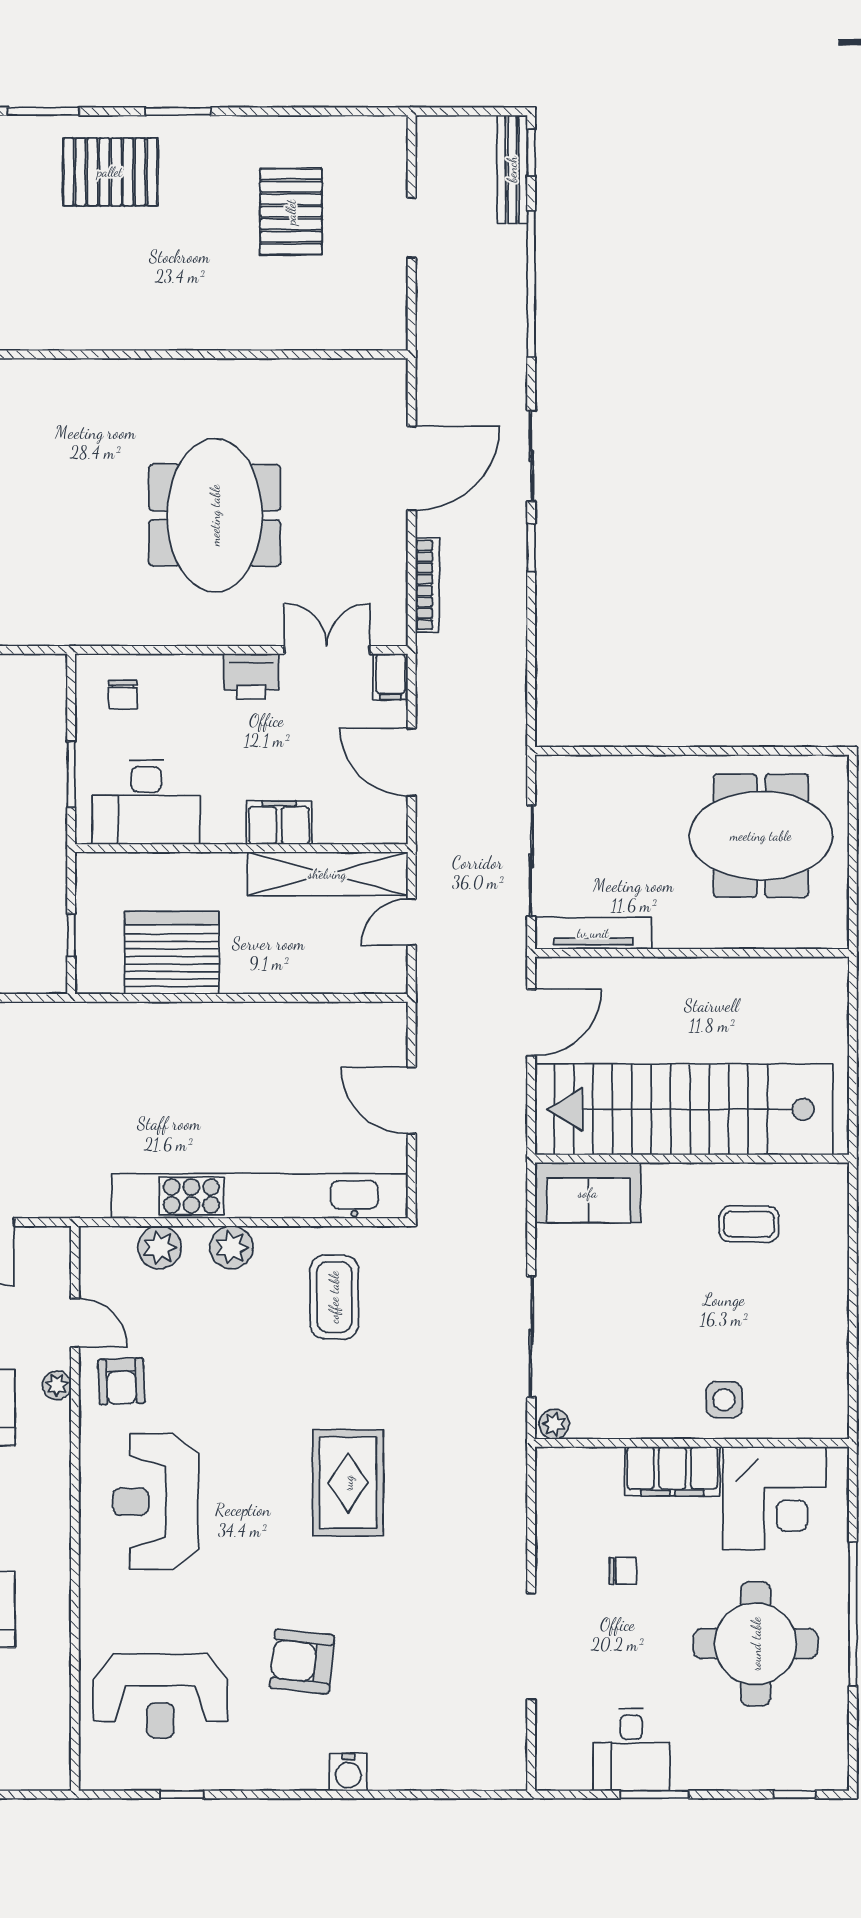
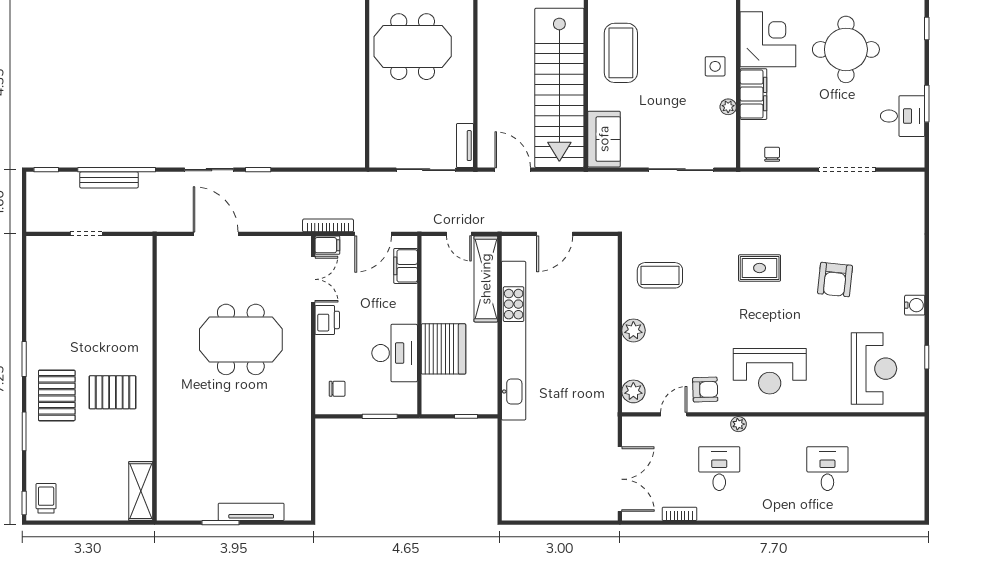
bench: (512, 169) -> (109, 180), moved
pallet: (291, 212) -> (113, 392), moved
bookcase: (427, 585) -> (328, 225), moved
double door: (327, 650) -> (313, 279), swing flipped
desk: (146, 802) -> (395, 353), moved
filing cabinet: (279, 823) -> (406, 266), moved
meeting table: (761, 836) -> (413, 47), turned 90
shelving: (327, 874) -> (486, 279), moved
tv unit: (593, 933) -> (465, 146), width x0.71
server rack: (172, 953) -> (443, 349), moved, turned 180
kitchen unit: (260, 1196) -> (514, 341), moved, turned 180
coffee table: (749, 1224) -> (621, 53), width x1.86, depth x1.72
plant: (160, 1247) -> (633, 391), moved
plant: (57, 1385) -> (738, 424), moved
plant: (554, 1424) -> (728, 107), moved
rug: (348, 1483) -> (760, 268), width x0.73, depth x0.70
chair: (623, 1571) -> (772, 154), moved
armchair: (302, 1662) -> (835, 280), moved
water cooler: (348, 1772) -> (915, 305), moved

